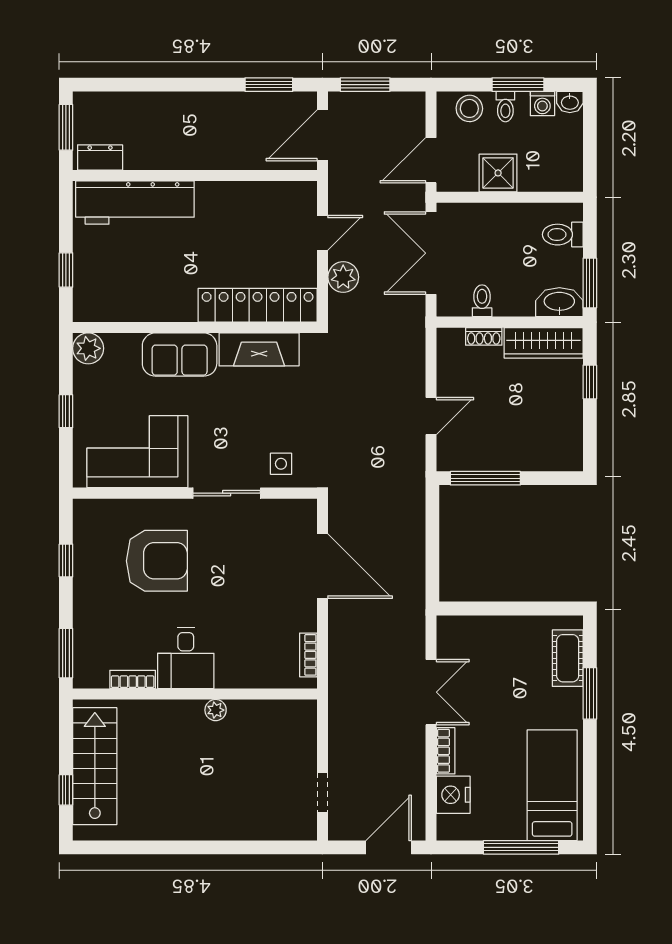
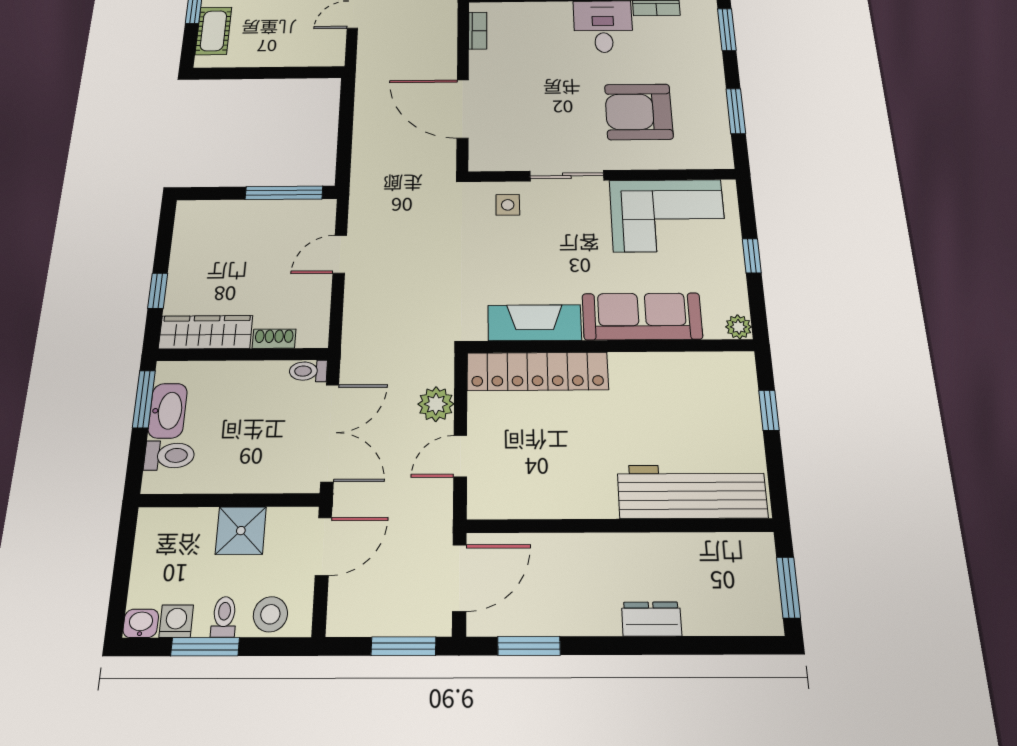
dresser: (100, 157) -> (652, 619), moved, turned 180
toilet: (482, 301) -> (308, 371), moved, turned 90
washbasin: (559, 302) -> (168, 411), moved, turned -90
plant: (88, 348) -> (739, 327), width x0.73, depth x0.73
sofa: (180, 355) -> (642, 316), width x1.36
window: (66, 560) -> (736, 111), width x1.50

